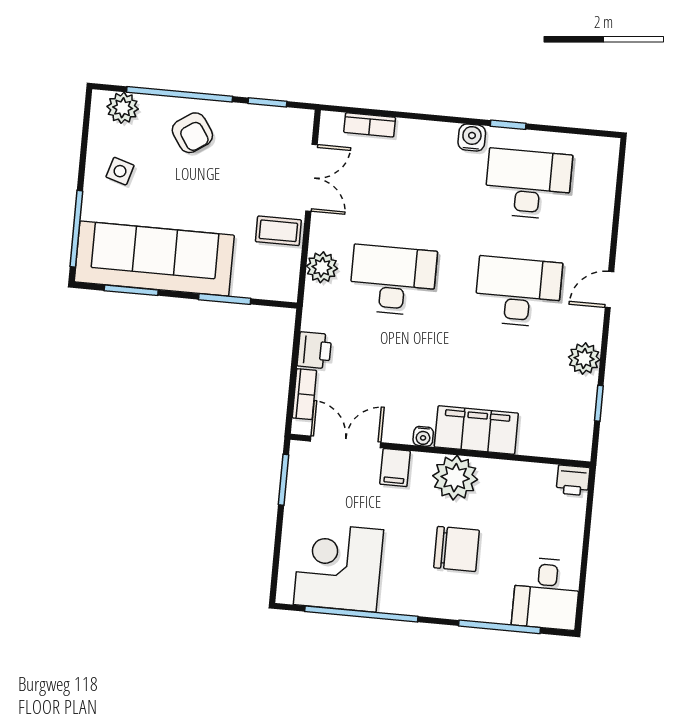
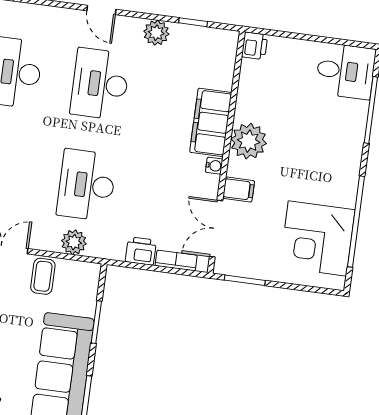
chair: (456, 549) -> (306, 142), removed

